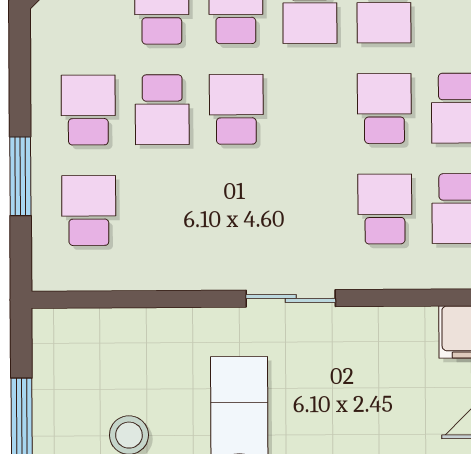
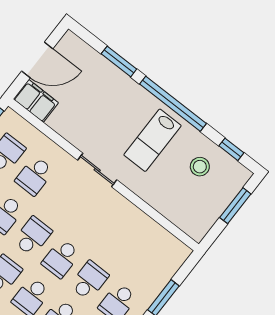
school desk: (89, 211) -> (33, 236), moved, turned 180

